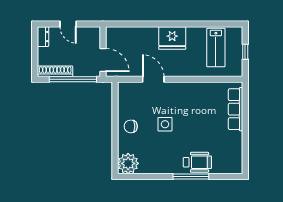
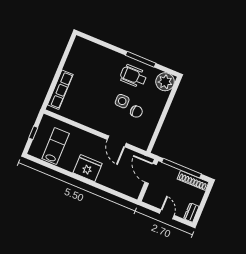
chair: (131, 126) -> (136, 112), moved
wheelchair: (197, 162) -> (133, 76), moved
window: (191, 177) -> (141, 59), moved

